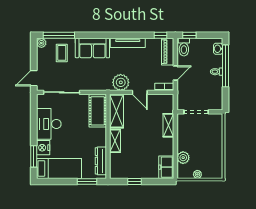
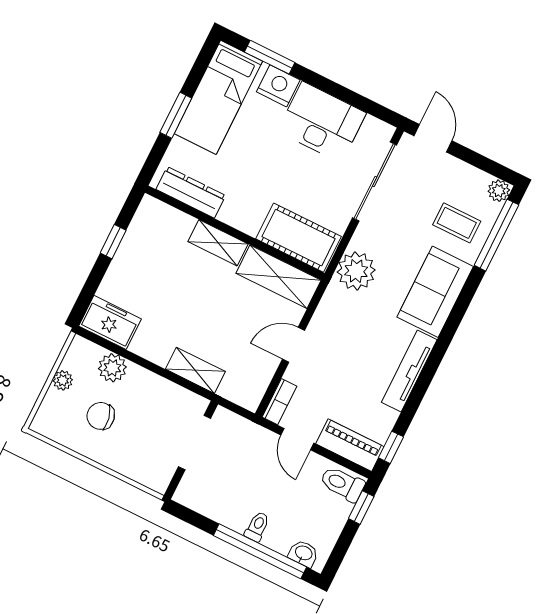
plant: (121, 82) -> (356, 271), moved
chair: (204, 153) -> (101, 416), added
window: (87, 181) -> (176, 115), moved

